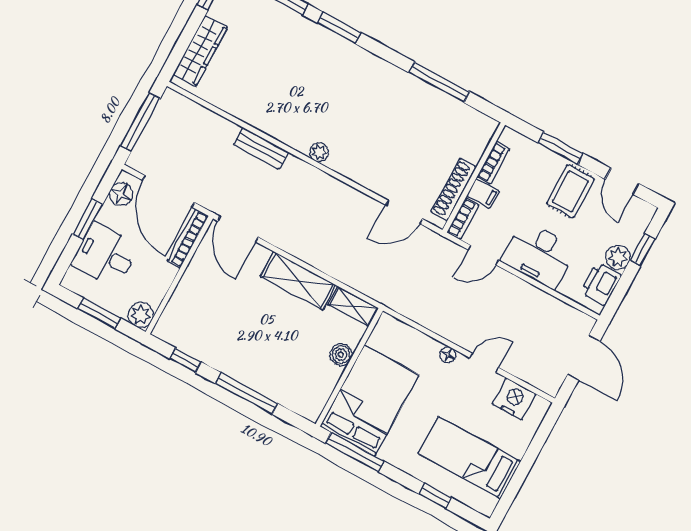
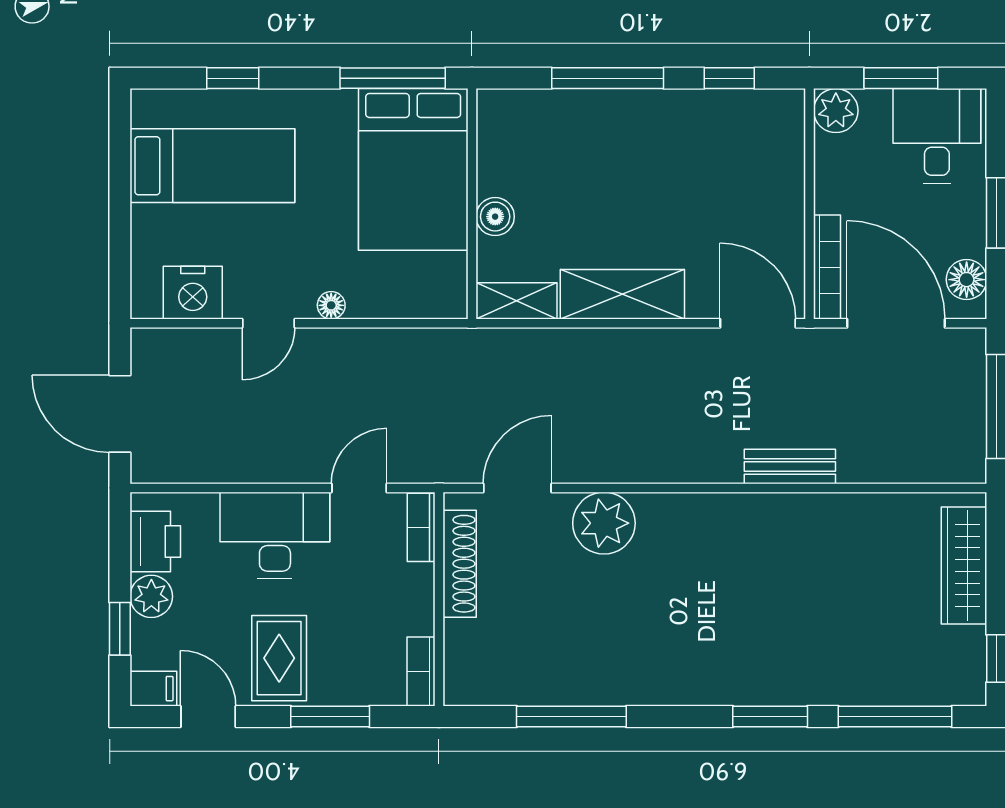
plant: (319, 152) -> (604, 523), moved, width x1.87, depth x1.87
bookcase: (493, 163) -> (421, 672), moved
filing cabinet: (483, 193) -> (153, 689), moved, turned 180
desk: (105, 255) -> (937, 136), moved, turned -90

